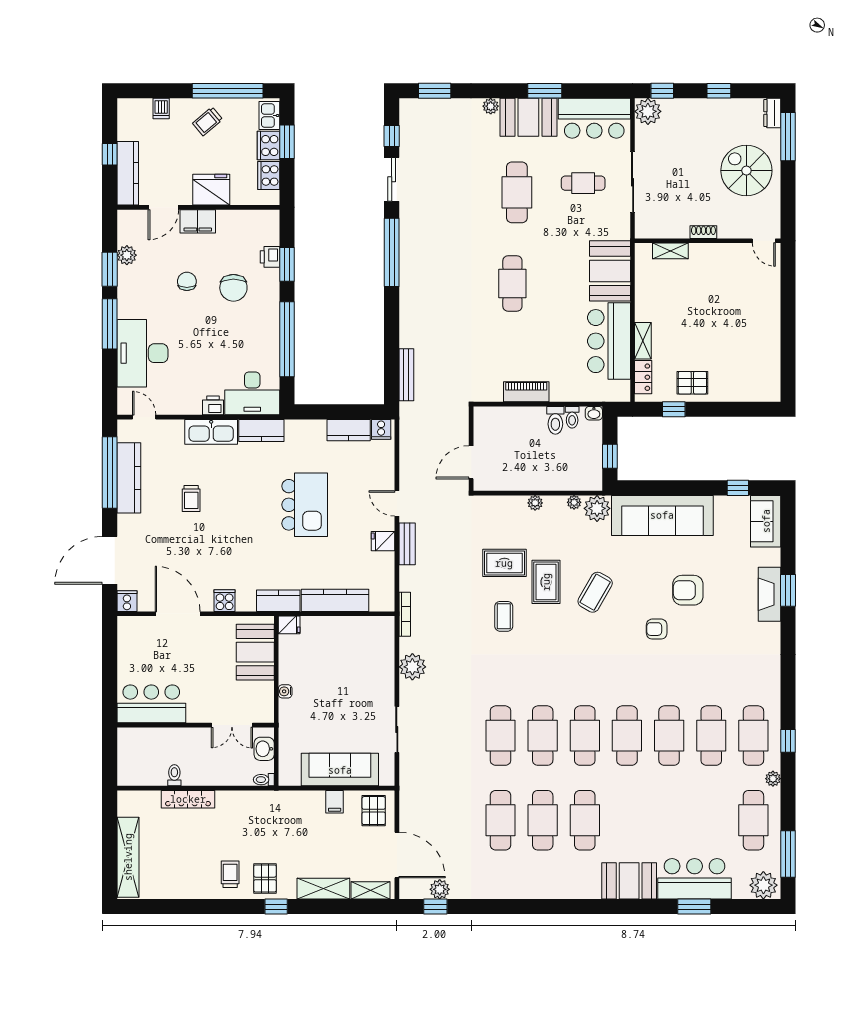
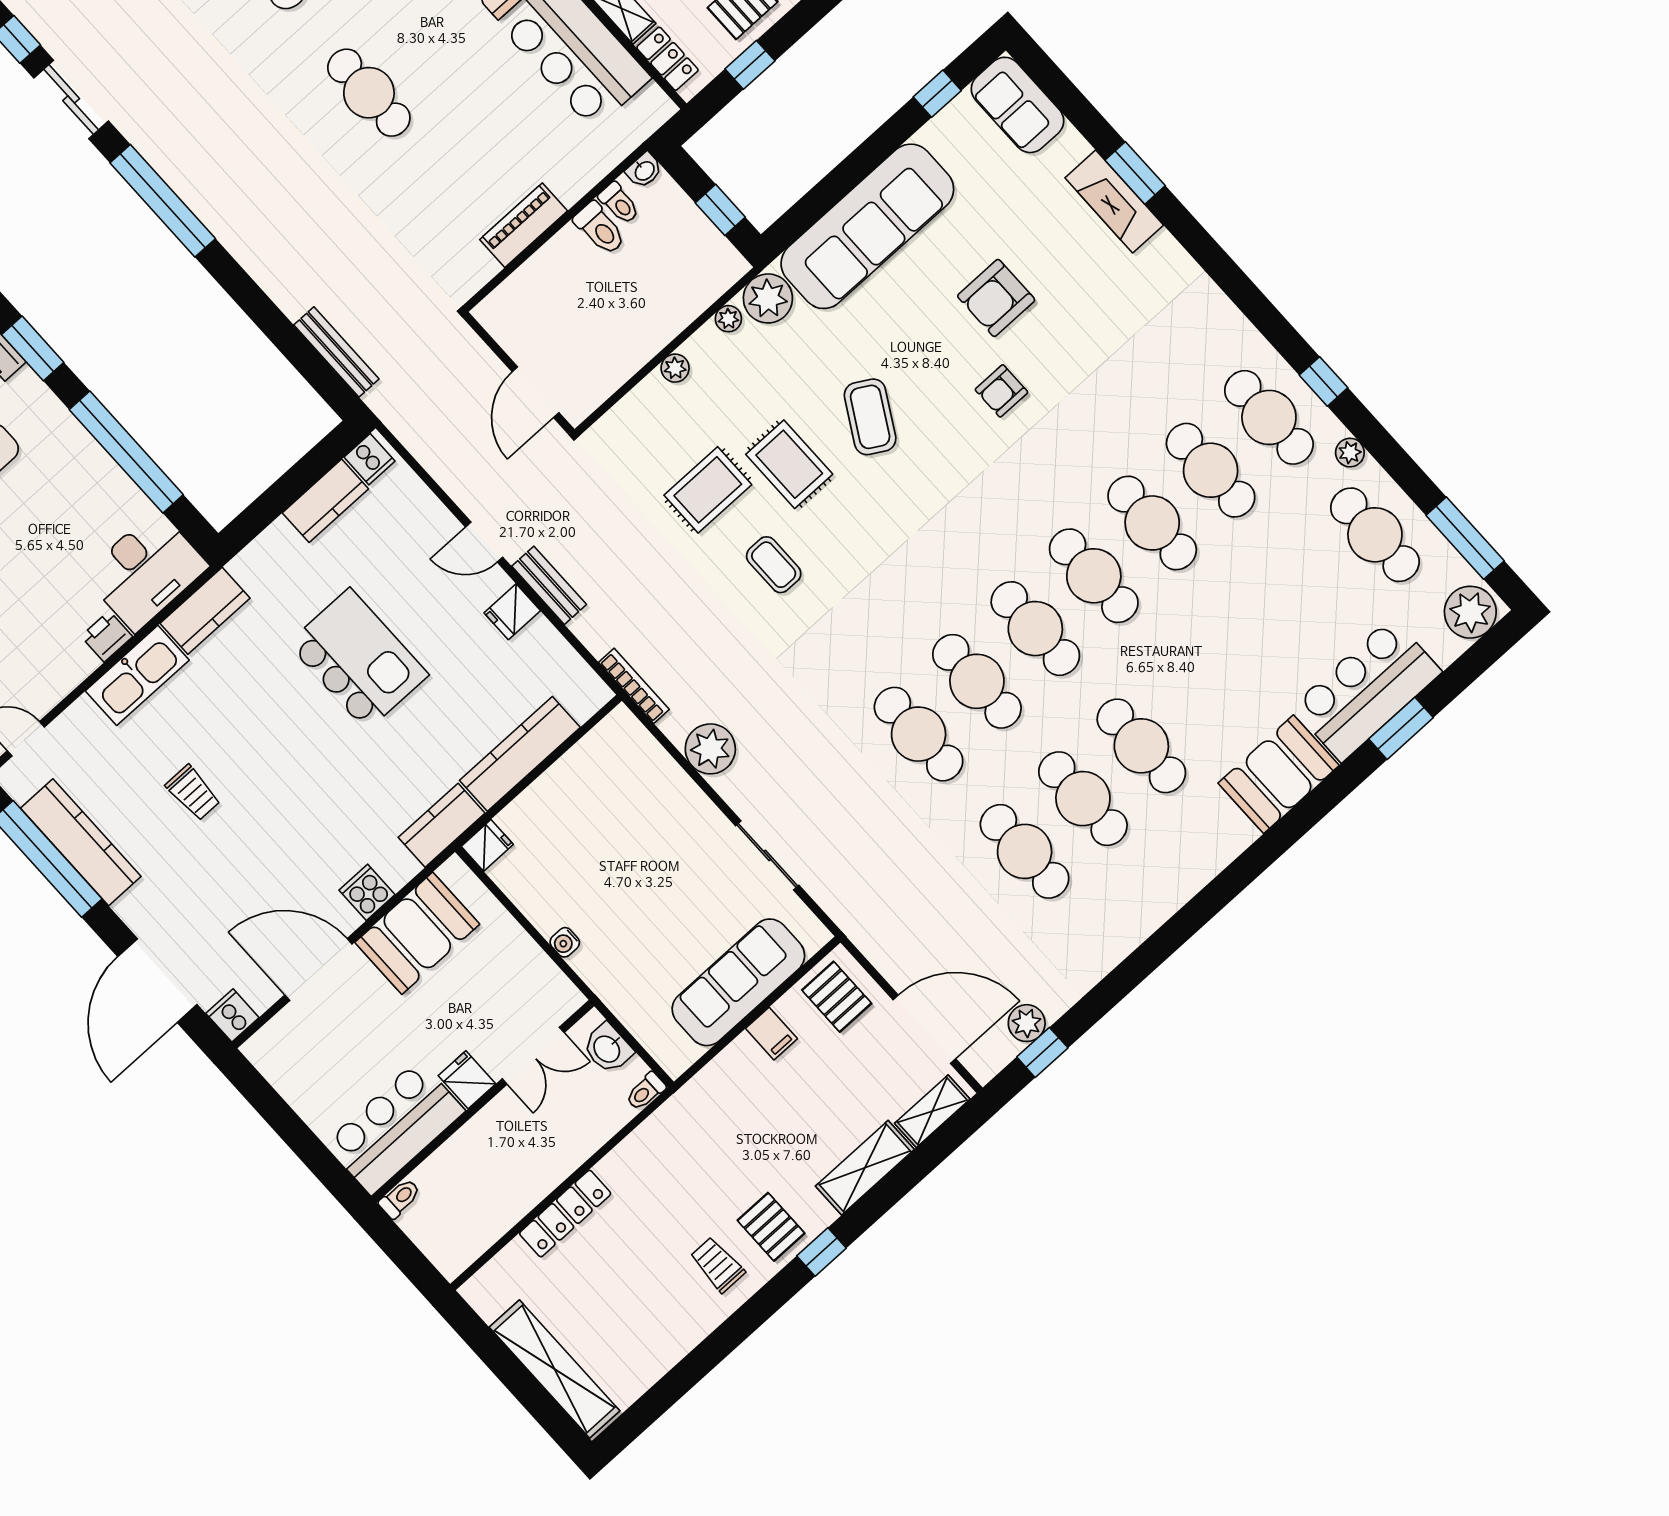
booth: (255, 652) -> (417, 933), moved, turned 90
fridge: (197, 711) -> (467, 1080), added
toilet: (174, 775) -> (400, 1198), moved, turned 90

